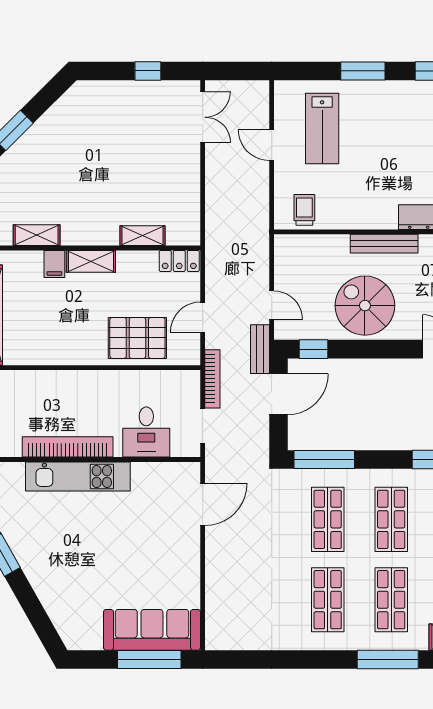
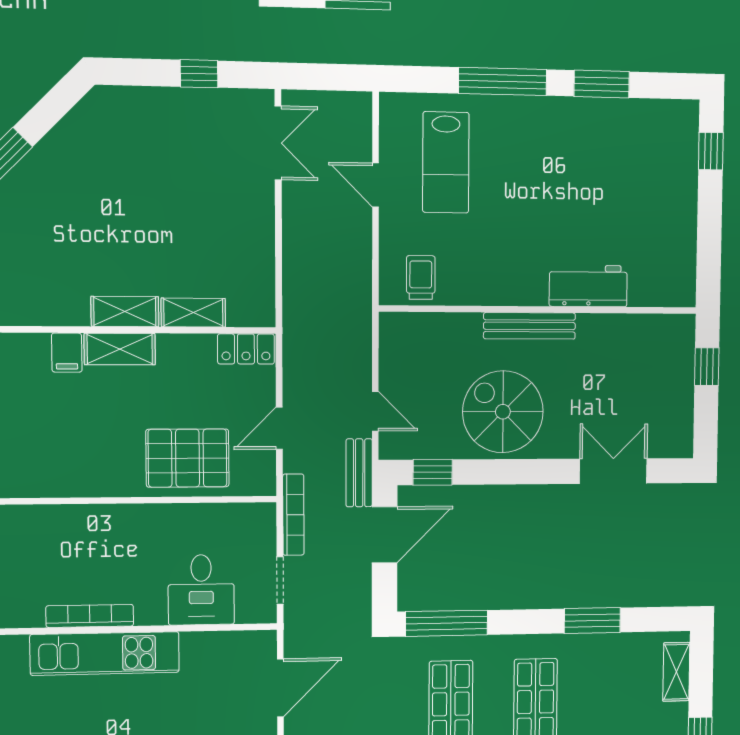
window: (363, 71) -> (503, 82), width x1.44
shelving: (37, 235) -> (125, 312), moved
bookcase: (68, 447) -> (90, 616), width x0.68, depth x0.76

